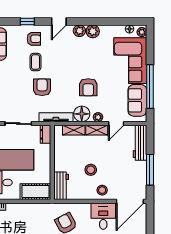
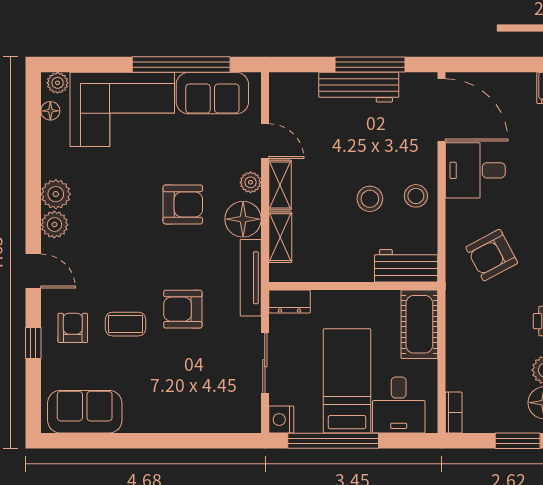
workbench: (140, 143) -> (359, 87), moved
stool: (102, 190) -> (416, 196), moved

